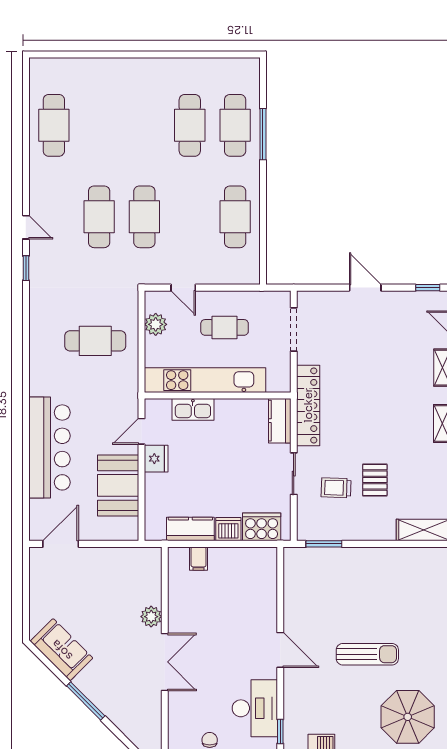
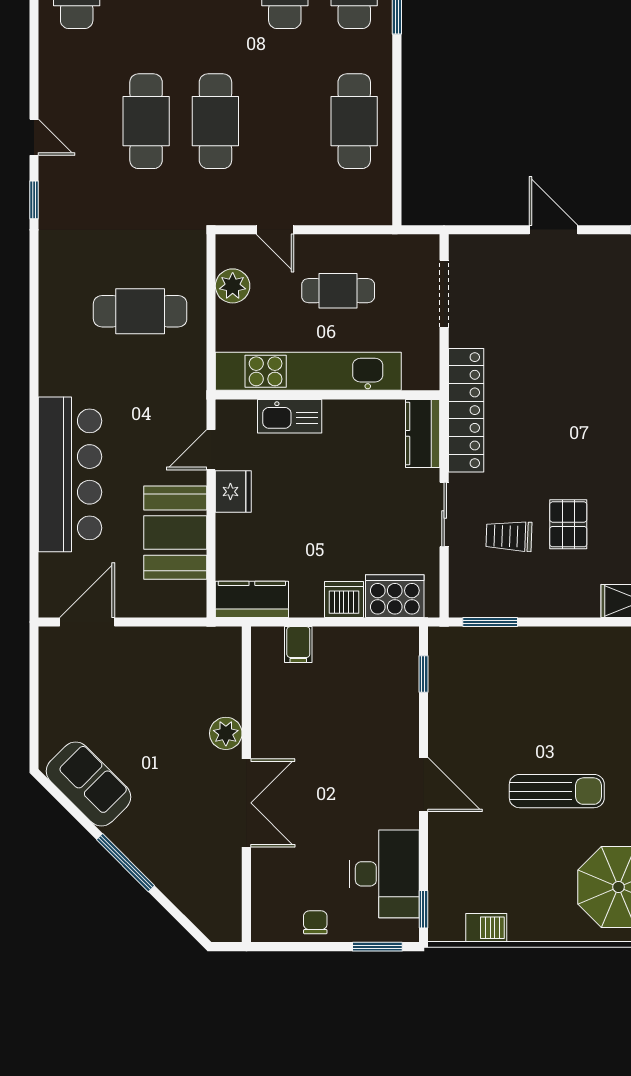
kitchen counter: (190, 529) -> (252, 599), moved
window: (280, 578) -> (423, 674), added

